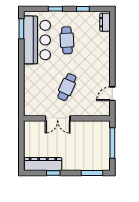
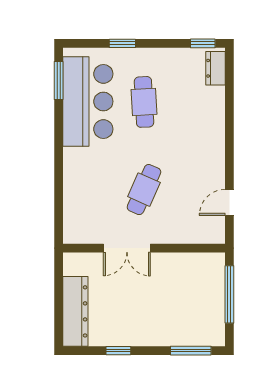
window: (83, 9) -> (203, 43), moved
dresser: (43, 164) -> (75, 311), moved, turned 90

